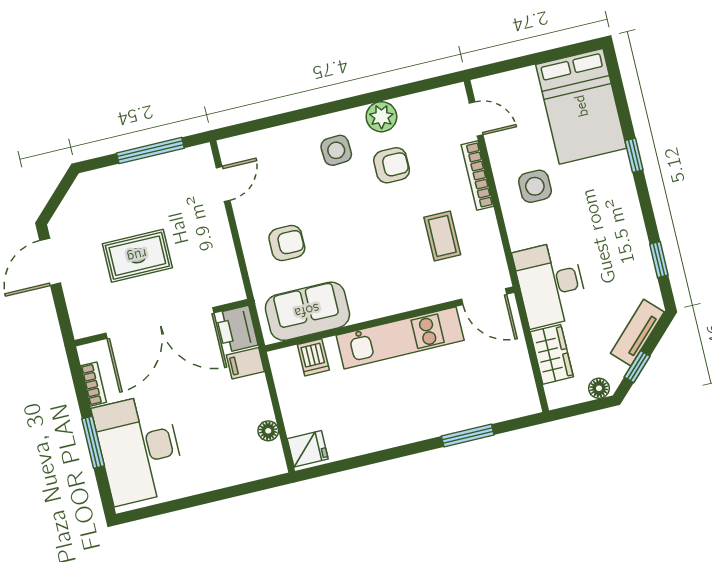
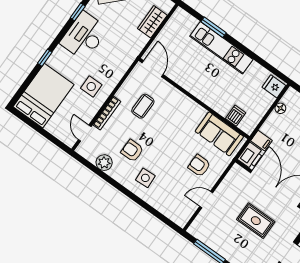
plant: (381, 117) -> (104, 163), moved
door: (223, 184) -> (206, 200), moved
desk: (551, 284) -> (84, 36), moved, turned 180
kitchen unit: (400, 338) -> (221, 48), moved, turned 180

